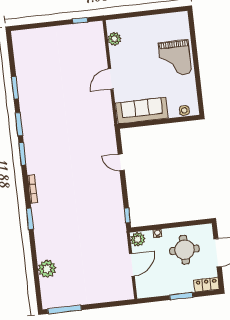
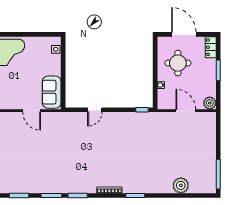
door: (111, 79) -> (32, 111), moved
sofa: (142, 111) -> (52, 92), width x0.73
plant: (138, 239) -> (210, 103), moved

